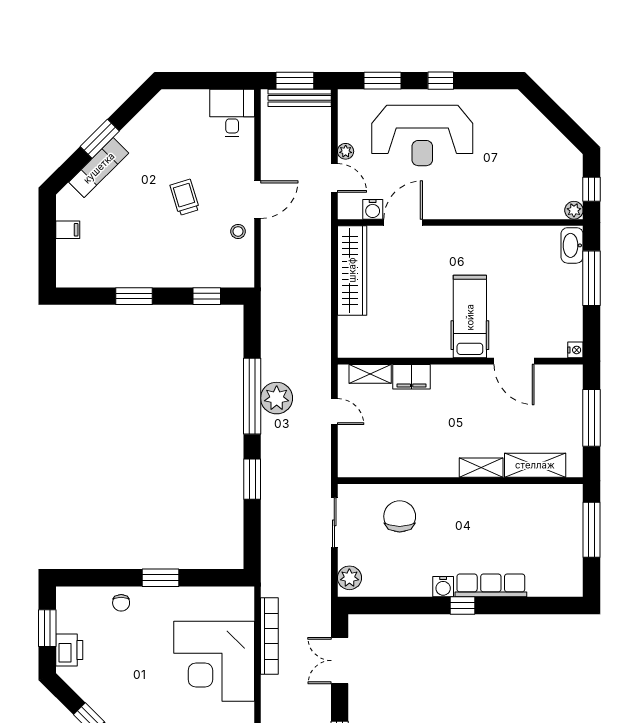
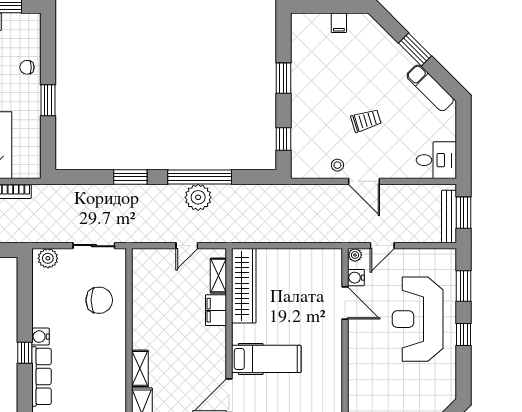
plant: (346, 151) -> (355, 255), moved
exam couch: (99, 168) -> (430, 88), moved
wardrobe: (352, 270) -> (244, 286), moved, turned -90

